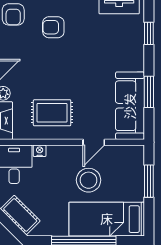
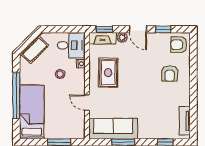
armchair: (53, 27) -> (170, 74), turned 180
stool: (89, 180) -> (60, 74), moved, width x0.53, depth x0.53

